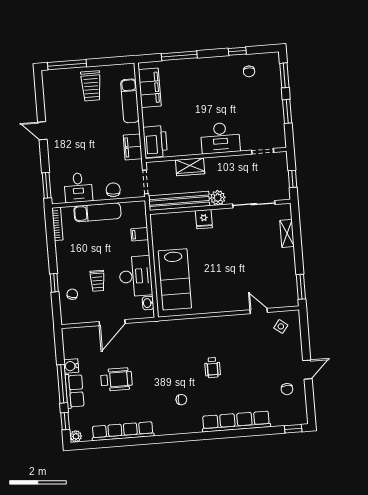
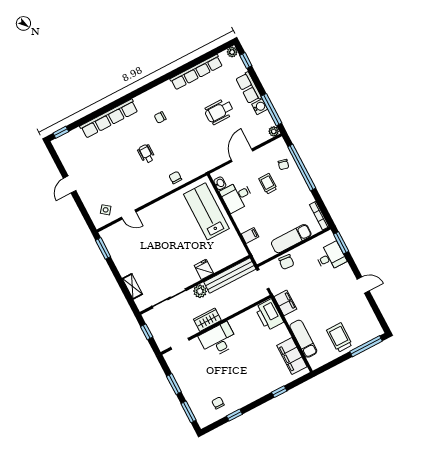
window: (179, 56) -> (279, 392), width x0.46
wardrobe: (190, 167) -> (207, 320), moved
desk: (78, 188) -> (331, 257), moved, turned 90
desk: (136, 276) -> (237, 196), width x0.73
window: (54, 283) -> (302, 167), width x3.17
plant: (68, 334) -> (274, 131), added
window: (62, 384) -> (271, 110), moved
chair: (287, 389) -> (175, 178), moved

